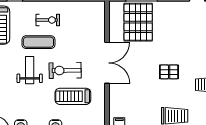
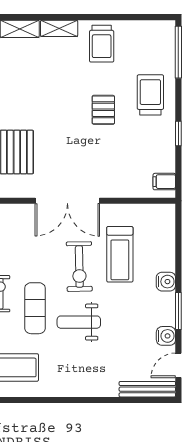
double door: (107, 63) -> (67, 201), swing flipped
pallet: (169, 72) -> (103, 110), moved

